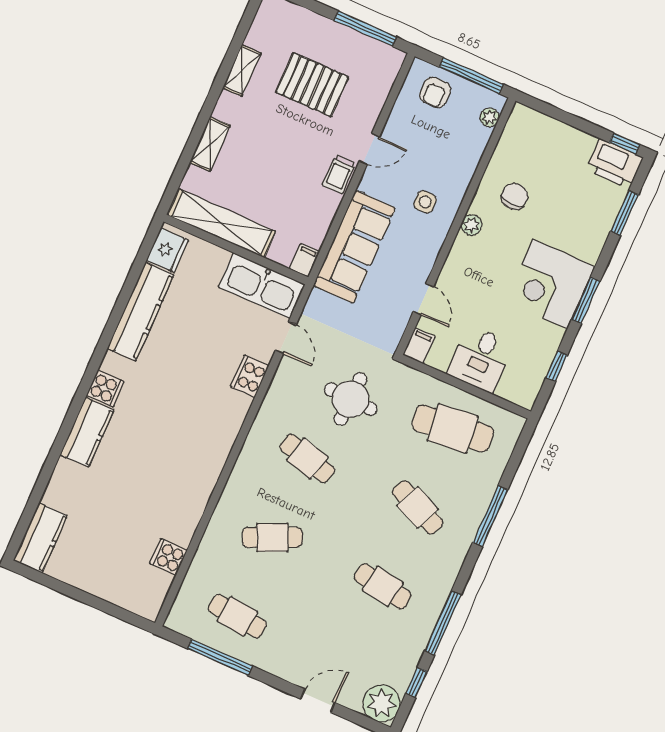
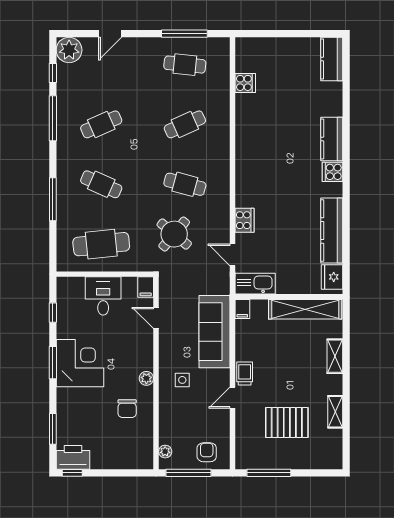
kitchen sink: (262, 286) -> (255, 284), width x0.73, depth x0.81
round table: (351, 399) -> (174, 234), turned 38
cafe table: (383, 586) -> (101, 124), turned -33

